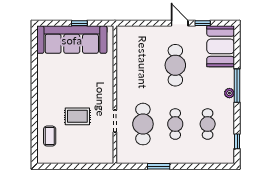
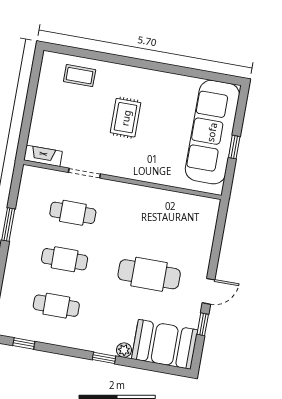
window: (237, 86) -> (104, 358), width x0.46
plant: (229, 93) -> (124, 350), moved
rug: (77, 116) -> (126, 118), moved
cafe table: (143, 124) -> (73, 213), width x0.73, depth x0.74
fireplace: (108, 151) -> (43, 156), added

